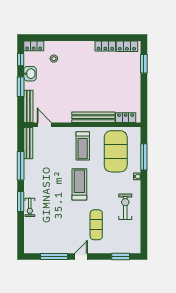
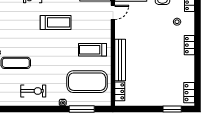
locker: (105, 46) -> (189, 45), moved
treadmill: (79, 184) -> (56, 22), moved

